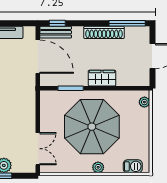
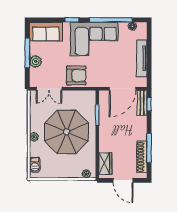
window: (127, 23) -> (149, 148), moved
shoe rack: (104, 32) -> (142, 157), moved
wardrobe: (102, 78) -> (105, 164), moved
armchair: (21, 115) -> (76, 75), added

